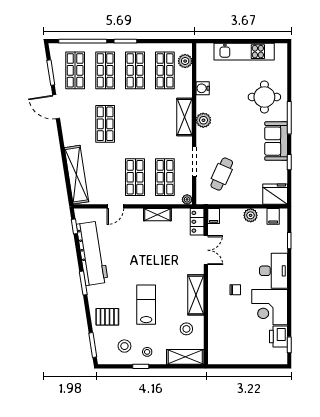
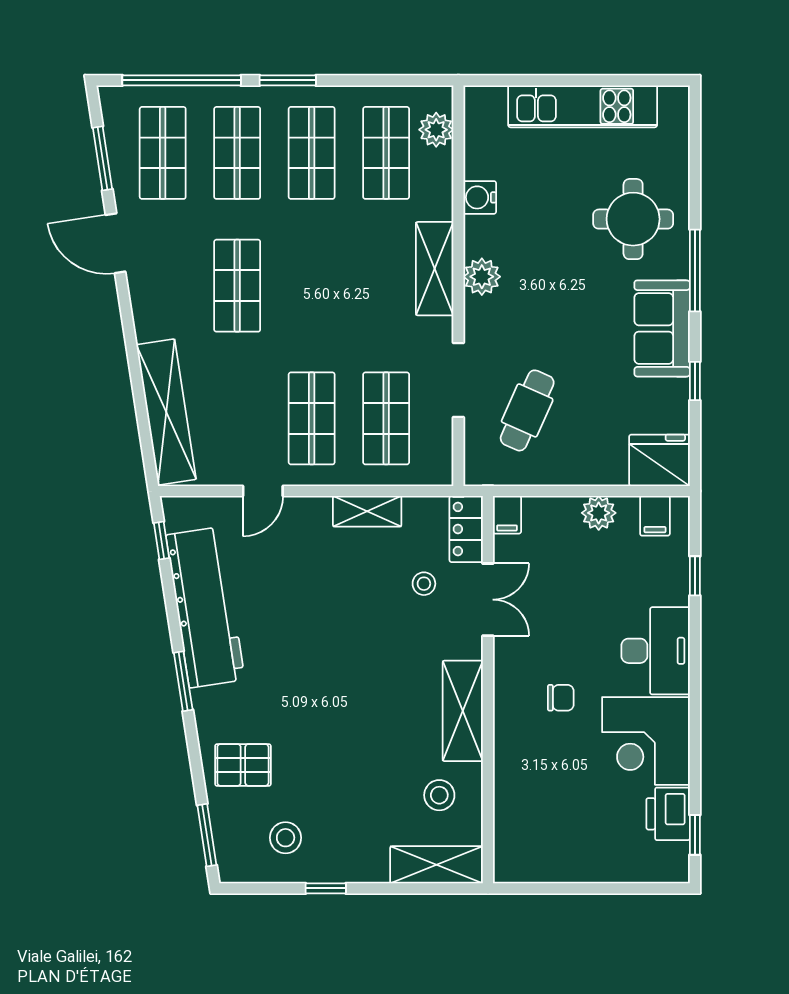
plant: (187, 199) -> (441, 474), removed
lab bench: (146, 305) -> (339, 735), removed
stool: (147, 352) -> (424, 584), moved

